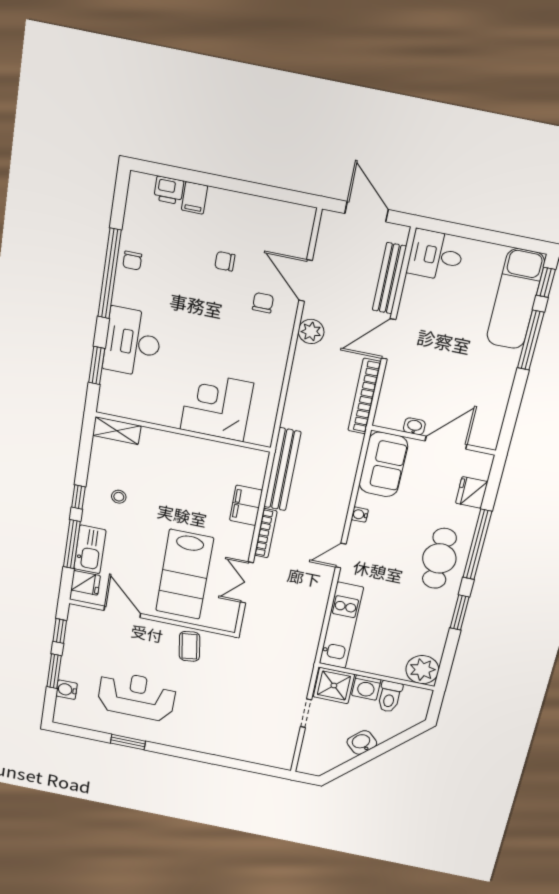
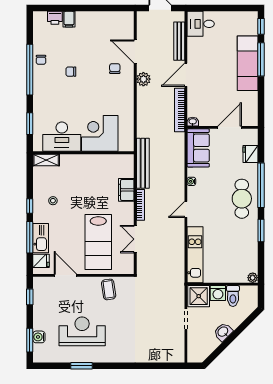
chair: (225, 261) -> (71, 72), moved
exam couch: (516, 299) -> (248, 63), moved
desk: (133, 342) -> (62, 137), moved, turned -90
washbasin: (414, 426) -> (193, 122), moved
plant: (422, 670) -> (253, 278), width x0.53, depth x0.53
window: (54, 671) -> (30, 340), moved

